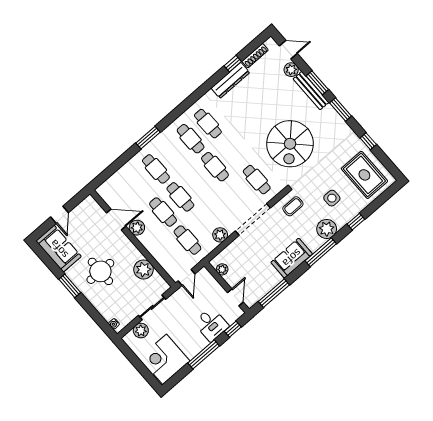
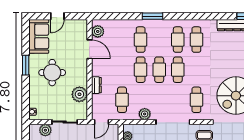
cafe table: (163, 212) -> (159, 70), moved
plant: (137, 228) -> (98, 31), moved
dresser: (152, 247) -> (96, 85), added

